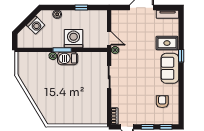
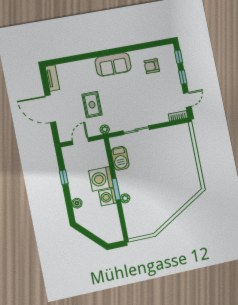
washing machine: (36, 25) -> (108, 197), moved, turned -135
door: (109, 38) -> (80, 141), moved
rug: (167, 43) -> (92, 105), moved
window: (181, 56) -> (96, 54), removed
barbecue: (68, 58) -> (120, 158), moved

